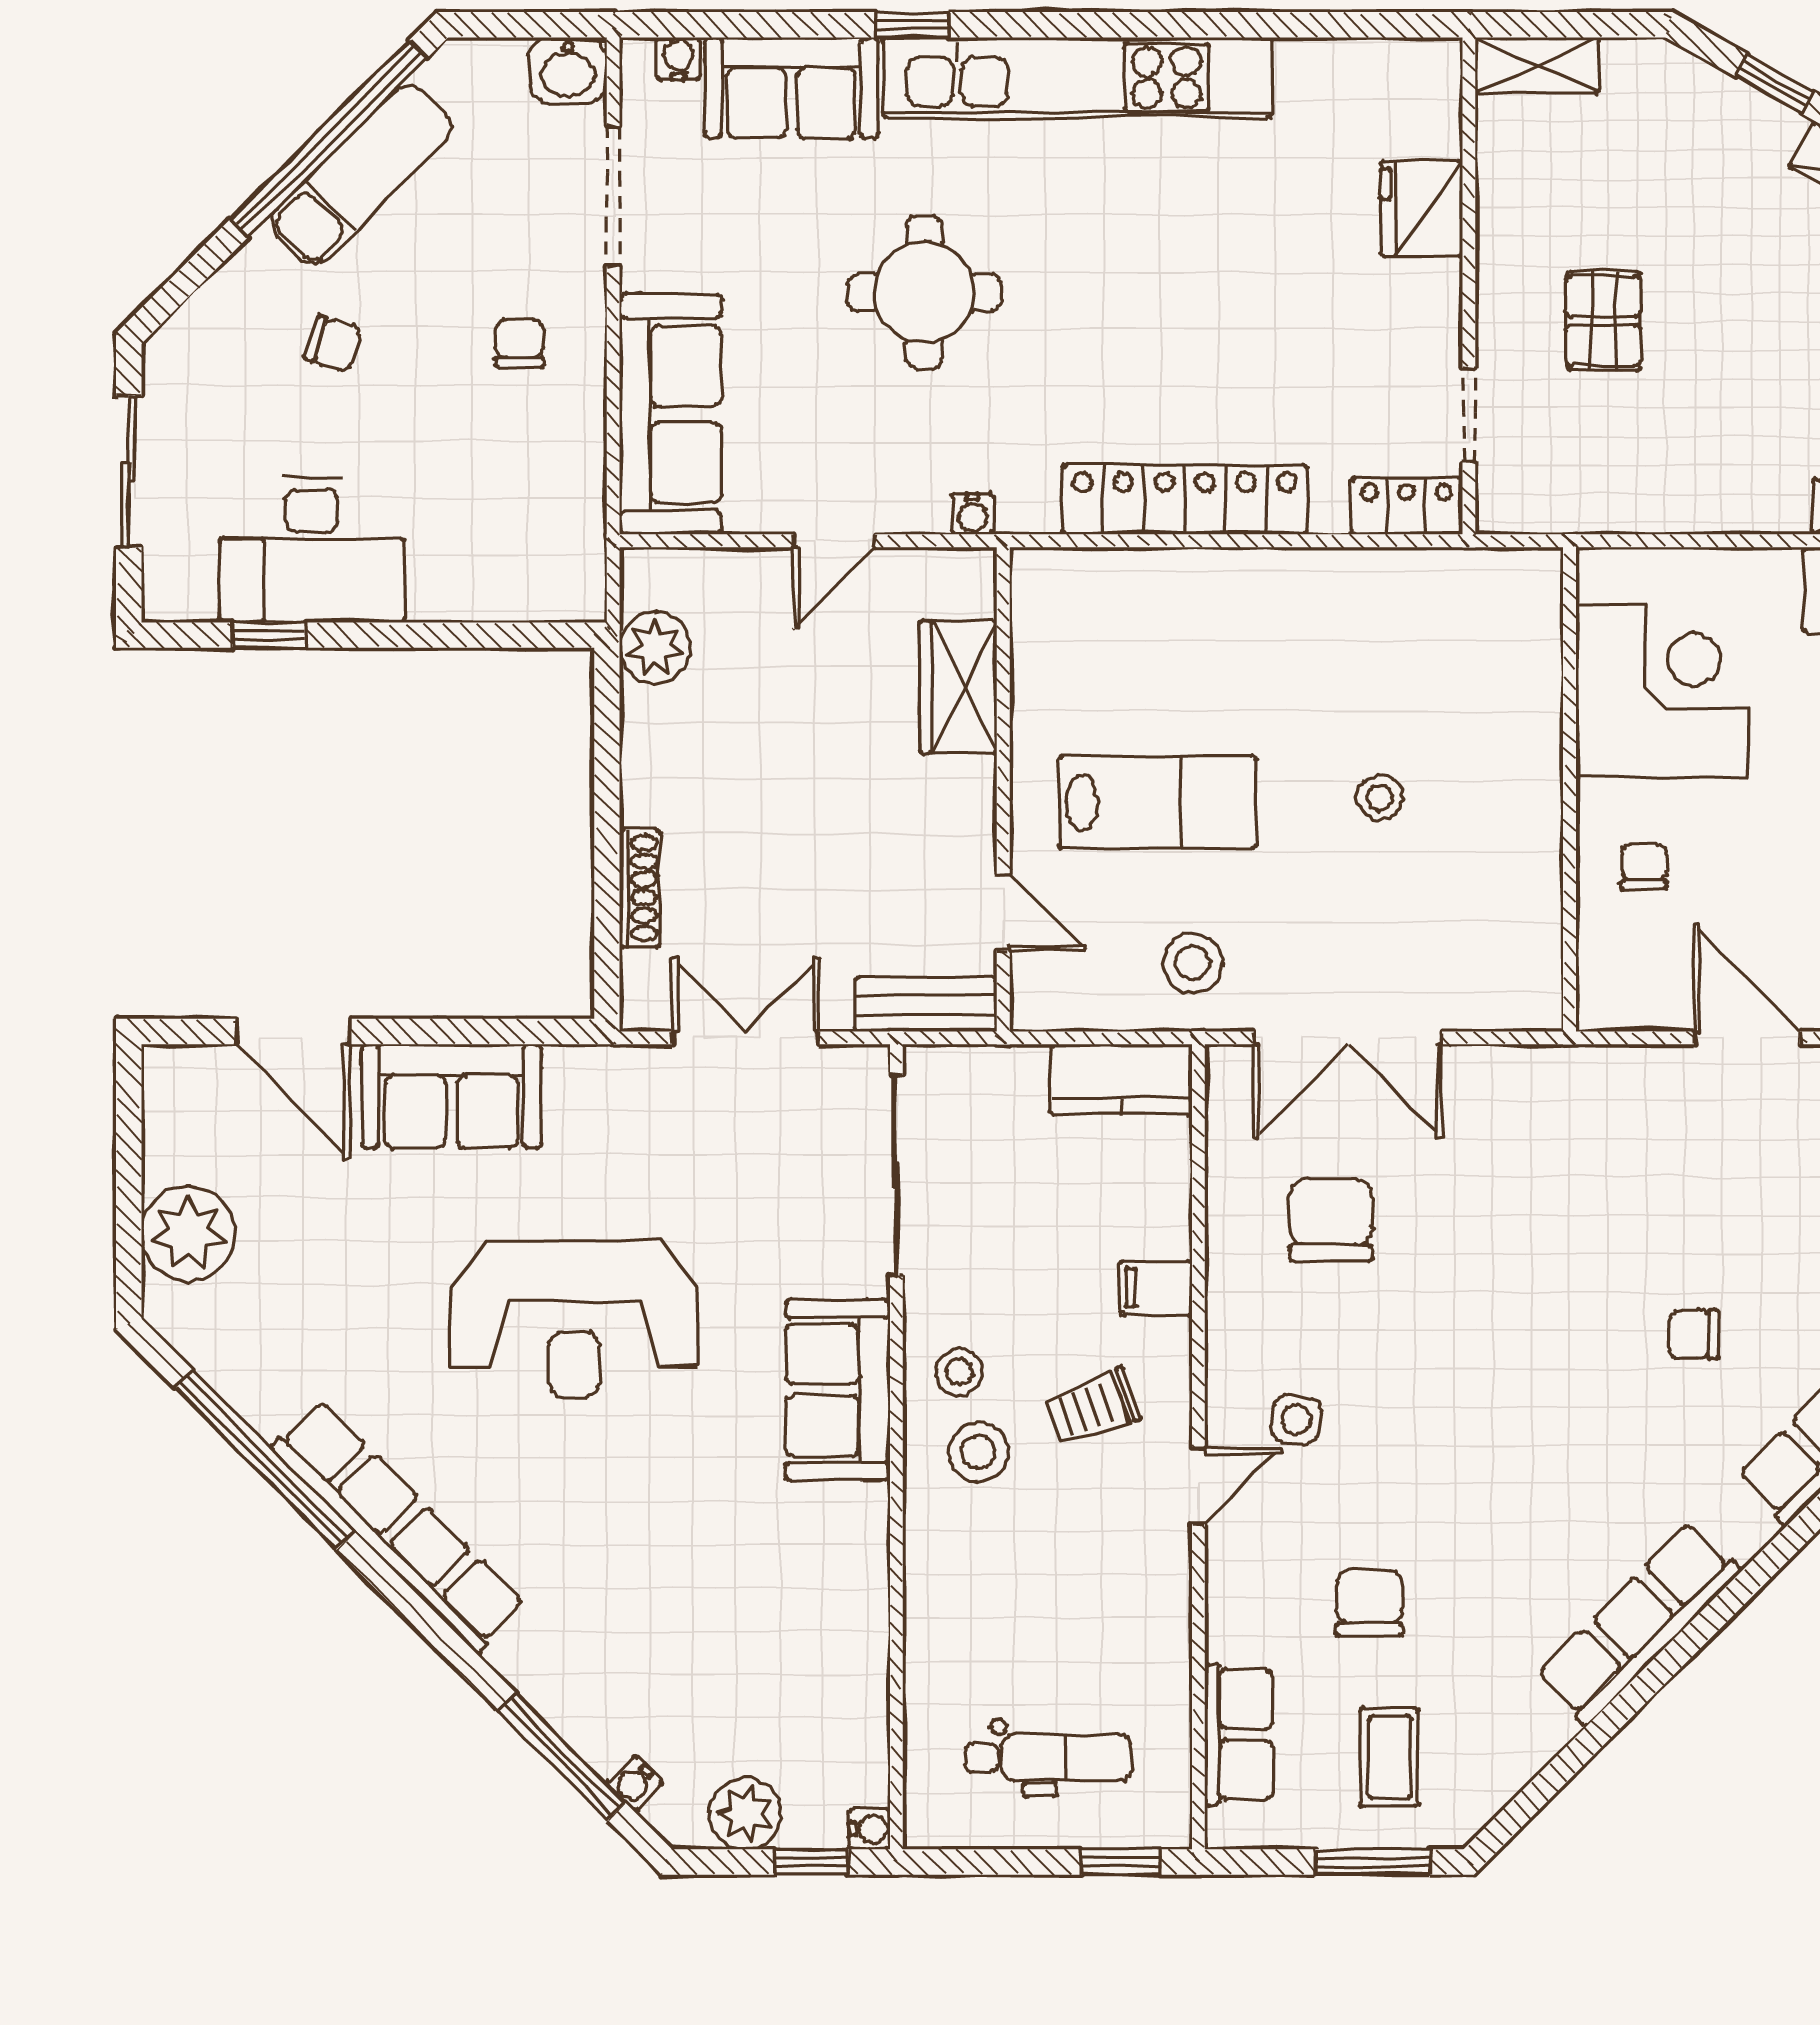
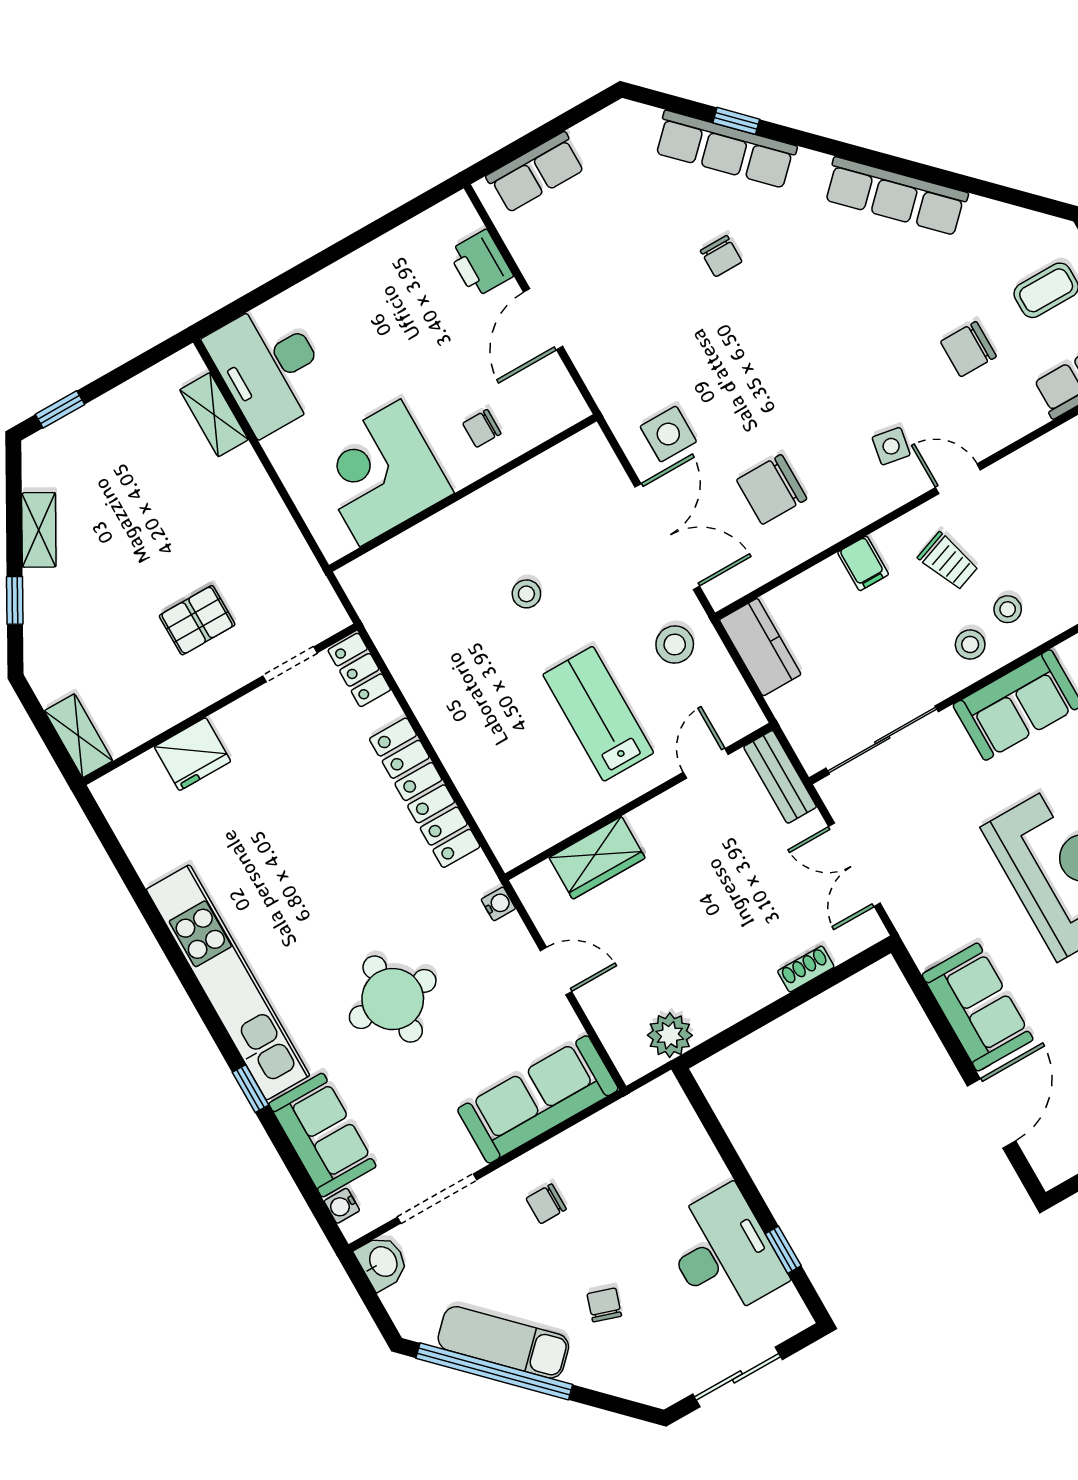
shoe rack: (640, 888) -> (806, 969), width x0.70
side table: (1489, 1120) -> (668, 434), added
stool: (978, 1452) -> (1008, 609), width x0.73, depth x0.73

